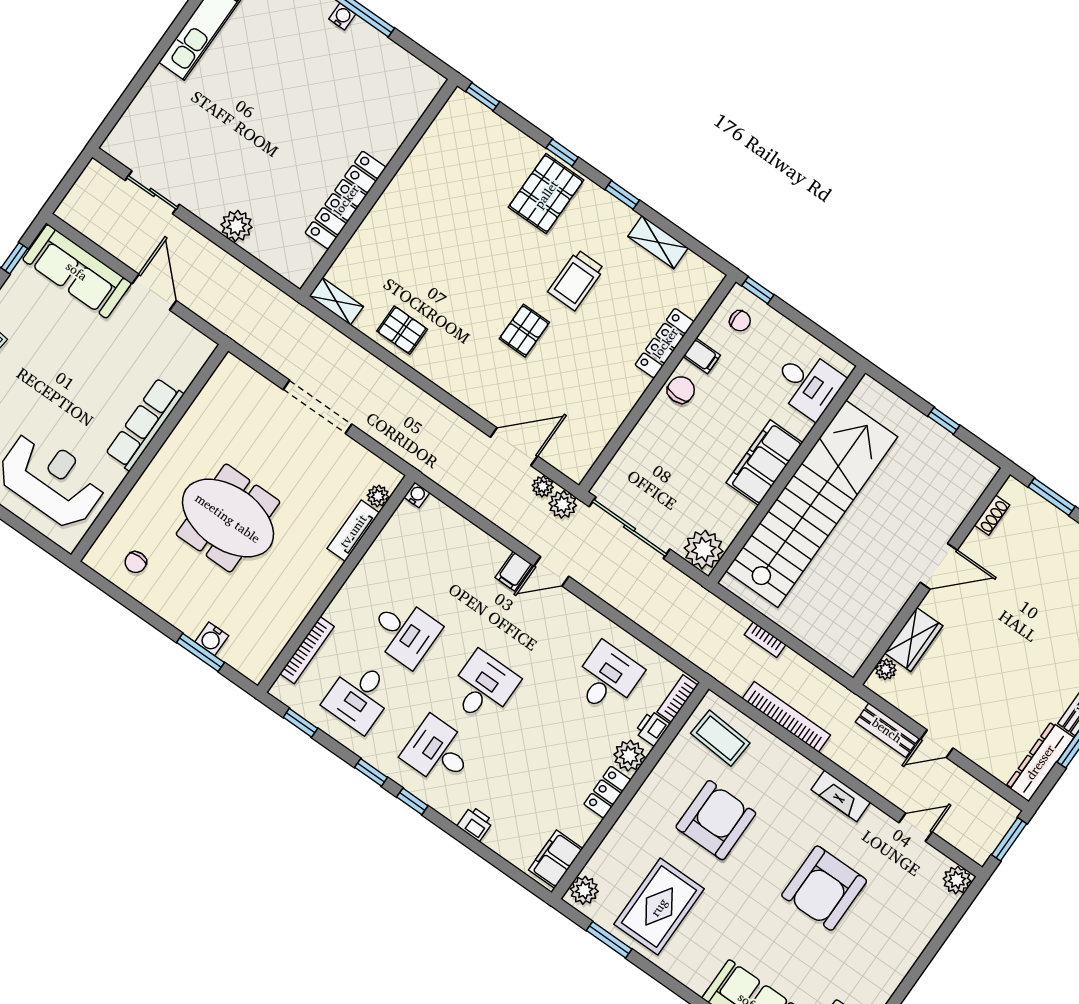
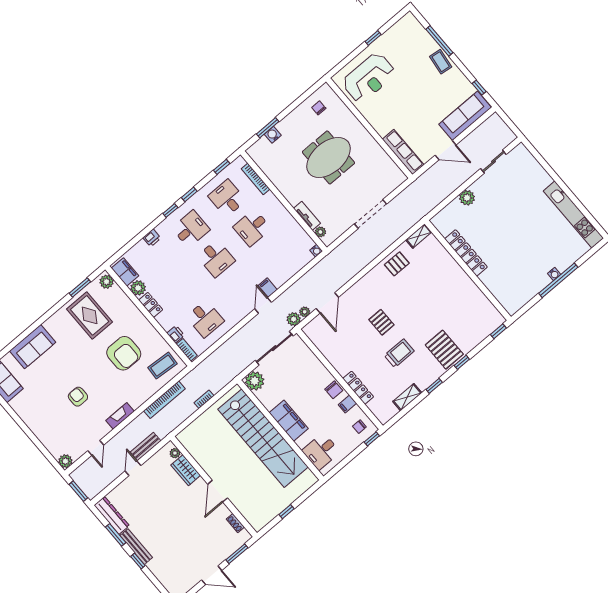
trolley: (576, 280) -> (399, 353), turned 90
row of seats: (145, 424) -> (403, 152), moved
plant: (629, 756) -> (138, 288), moved
armchair: (824, 888) -> (78, 397), width x0.53, depth x0.53

